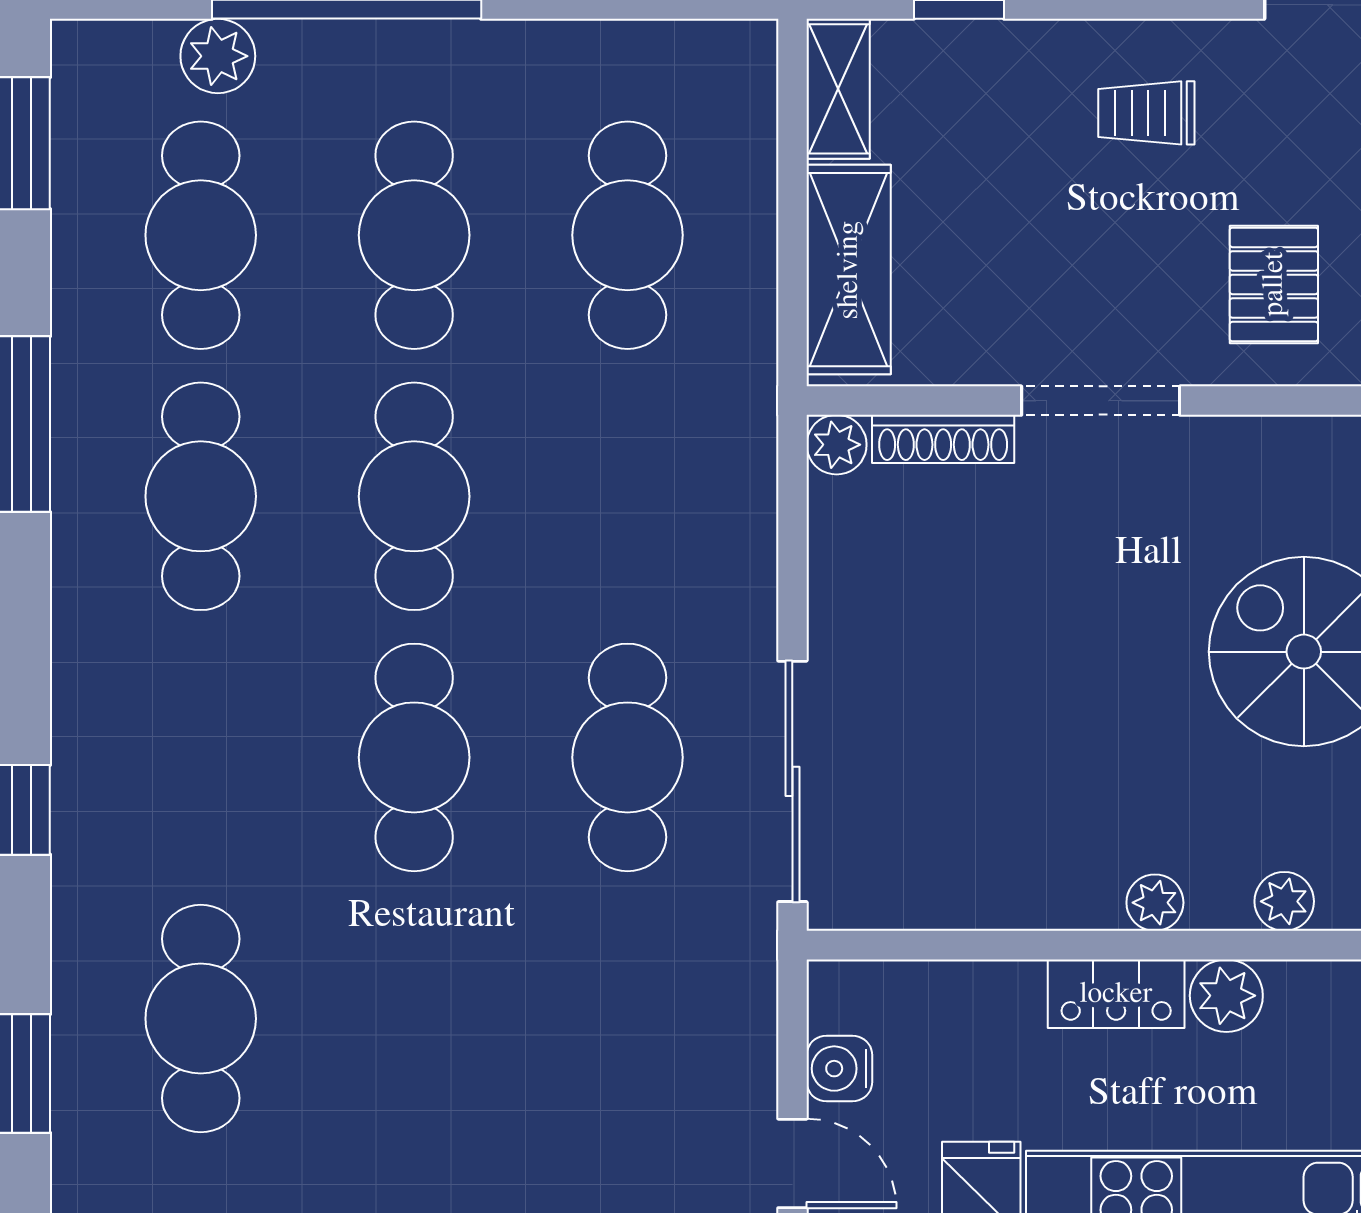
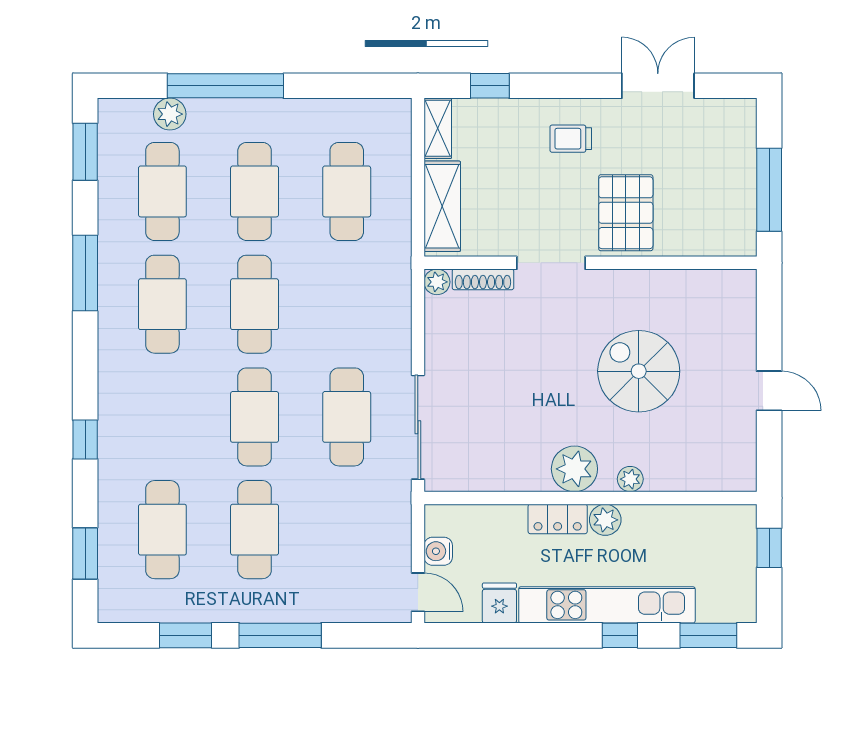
pallet: (1274, 284) -> (626, 213), width x1.50, depth x1.42
plant: (1155, 903) -> (574, 469), width x1.87, depth x1.87
cafe table: (414, 1019) -> (255, 530), added

